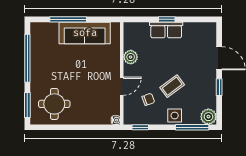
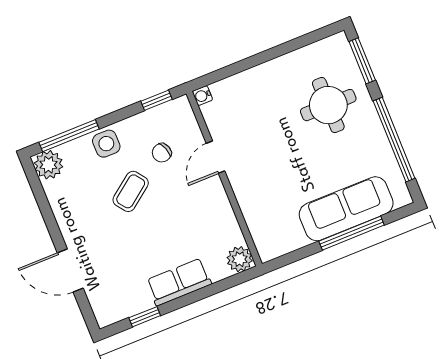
window: (167, 19) -> (145, 317), moved
sofa: (85, 33) -> (346, 209), moved
plant: (131, 57) -> (240, 259), moved
window: (219, 87) -> (51, 222), removed
round table: (54, 104) -> (328, 105), moved

